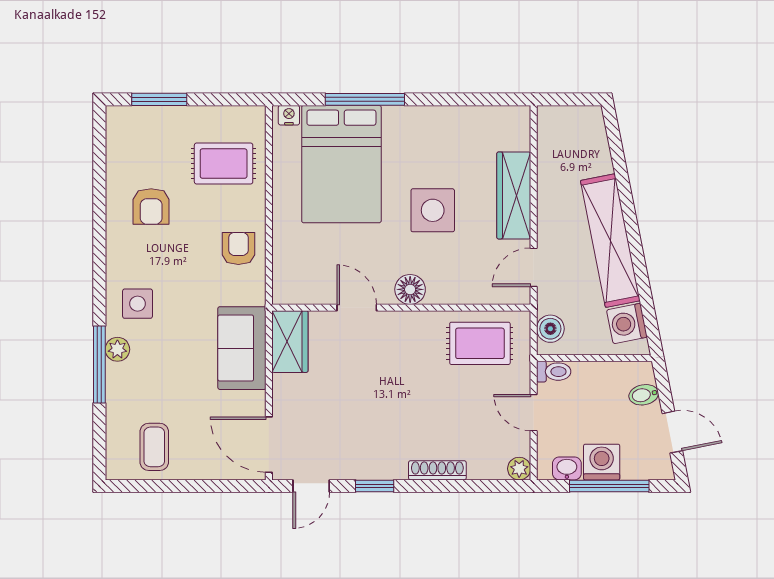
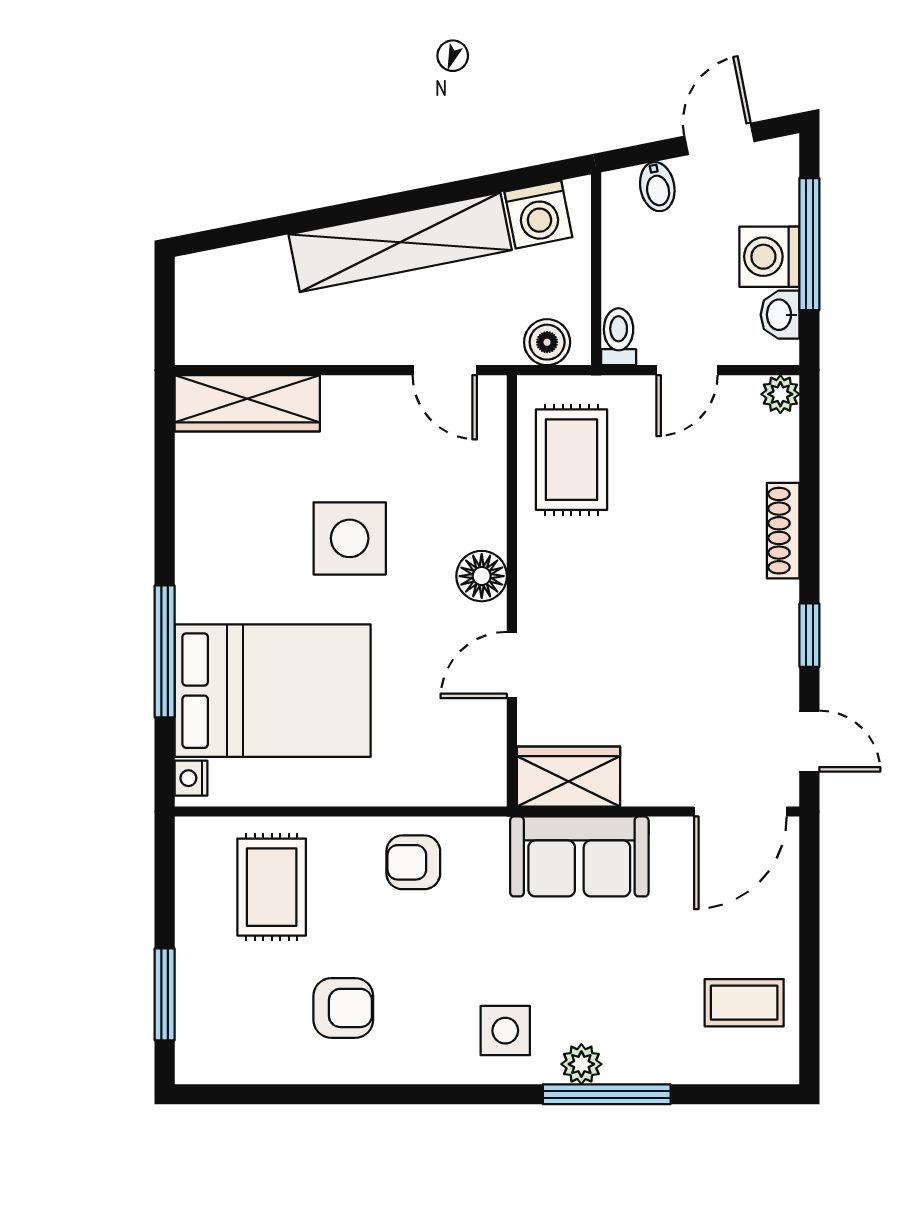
wardrobe: (514, 195) -> (247, 403), moved

